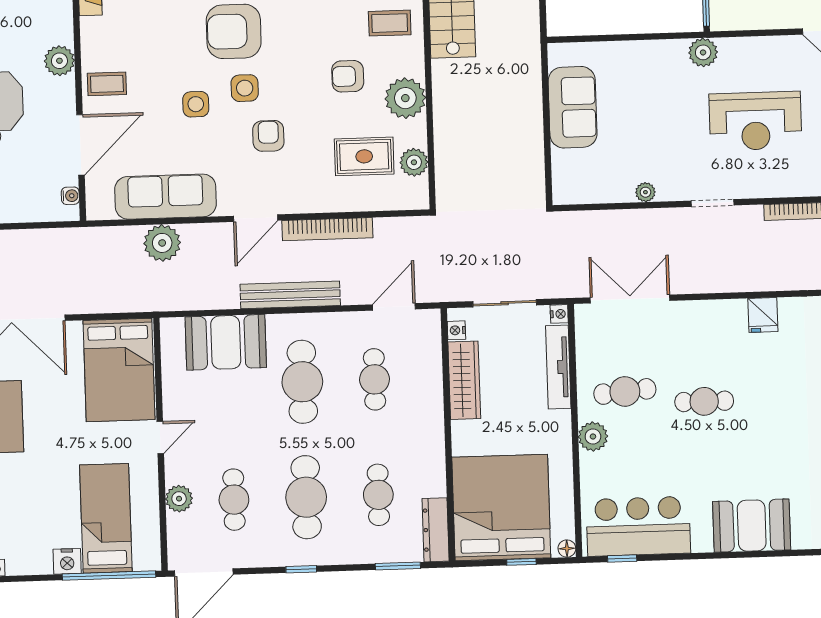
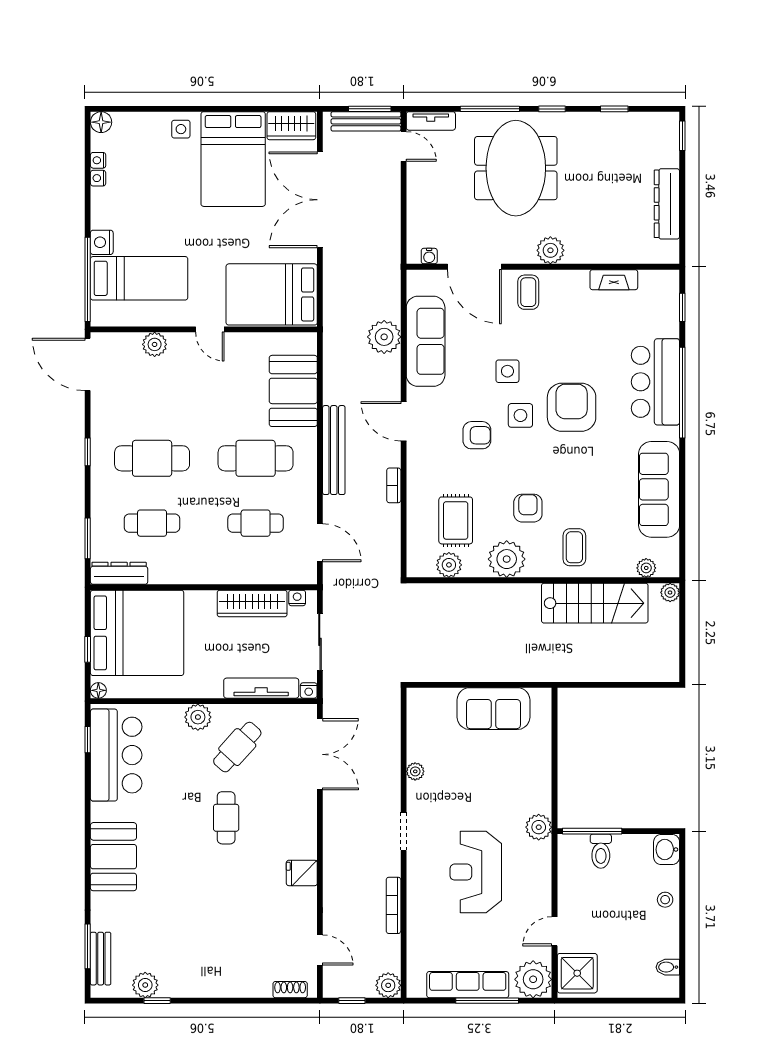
bookcase: (327, 229) -> (394, 485), width x0.43, depth x0.76
cafe table: (625, 391) -> (237, 747), turned 47
cafe table: (234, 500) -> (152, 394), removed

